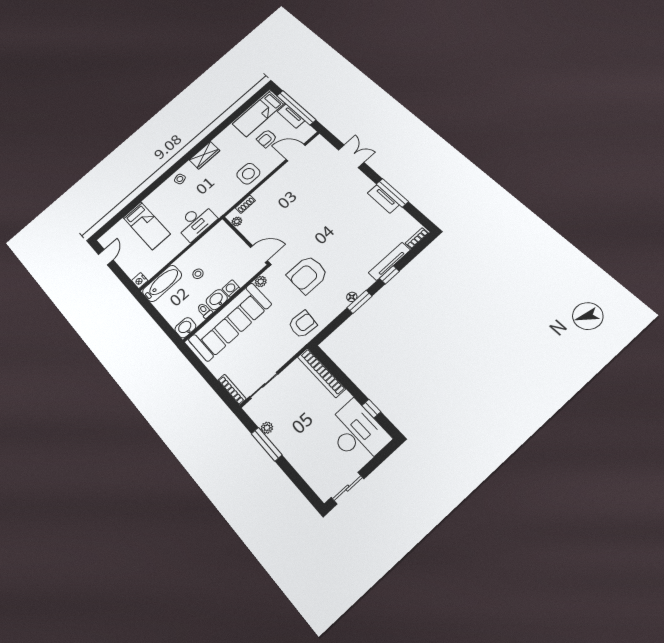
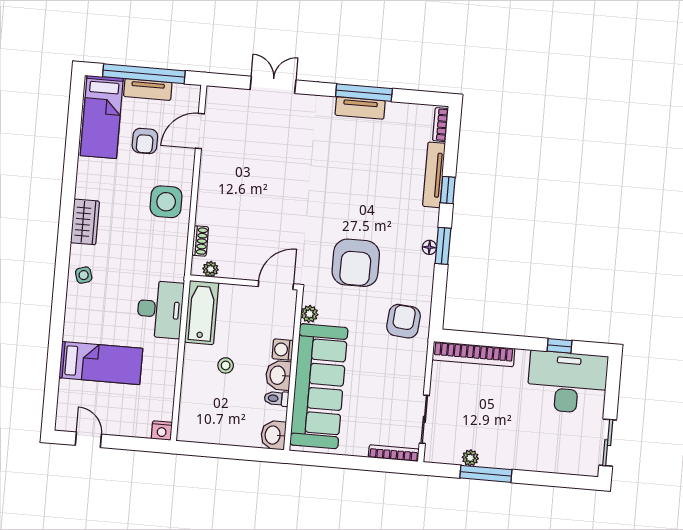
bathtub: (162, 283) -> (202, 313), moved

